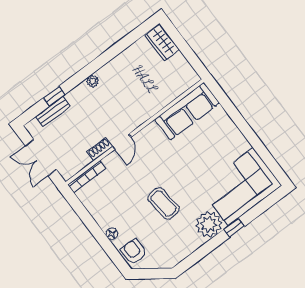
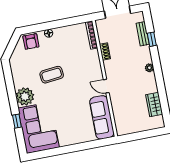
wardrobe: (162, 42) -> (154, 104), moved, turned -90
door: (122, 142) -> (106, 86), moved
window: (234, 228) -> (17, 121), moved
armchair: (134, 251) -> (31, 41), turned 90

